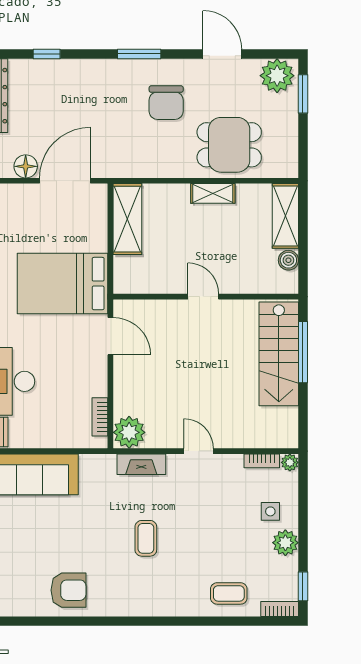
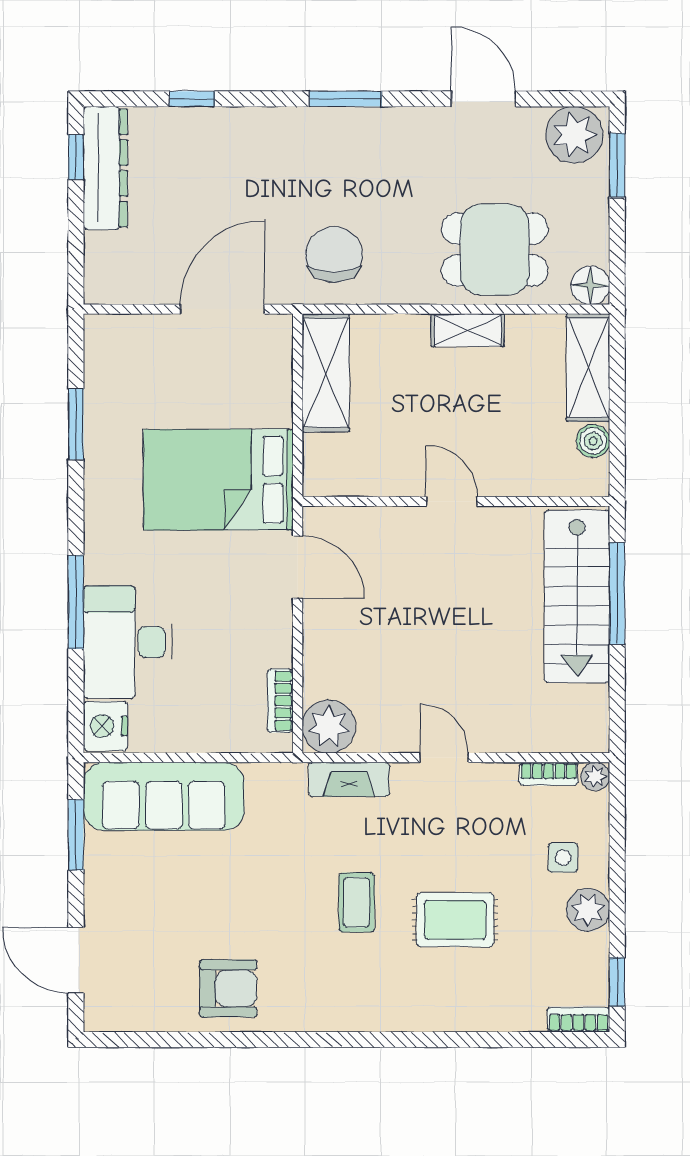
chair: (166, 103) -> (334, 255), moved, turned 180
floor lamp: (26, 166) -> (590, 285), moved
rug: (205, 549) -> (455, 920), added
coffee table: (229, 593) -> (494, 994), removed

